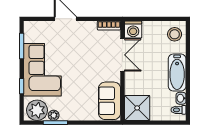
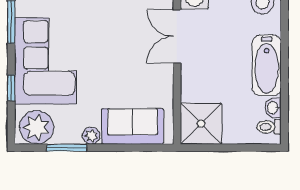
double door: (122, 55) -> (177, 36), swing flipped
sofa: (110, 101) -> (133, 126), moved, turned 90
plant: (54, 115) -> (91, 136), moved

